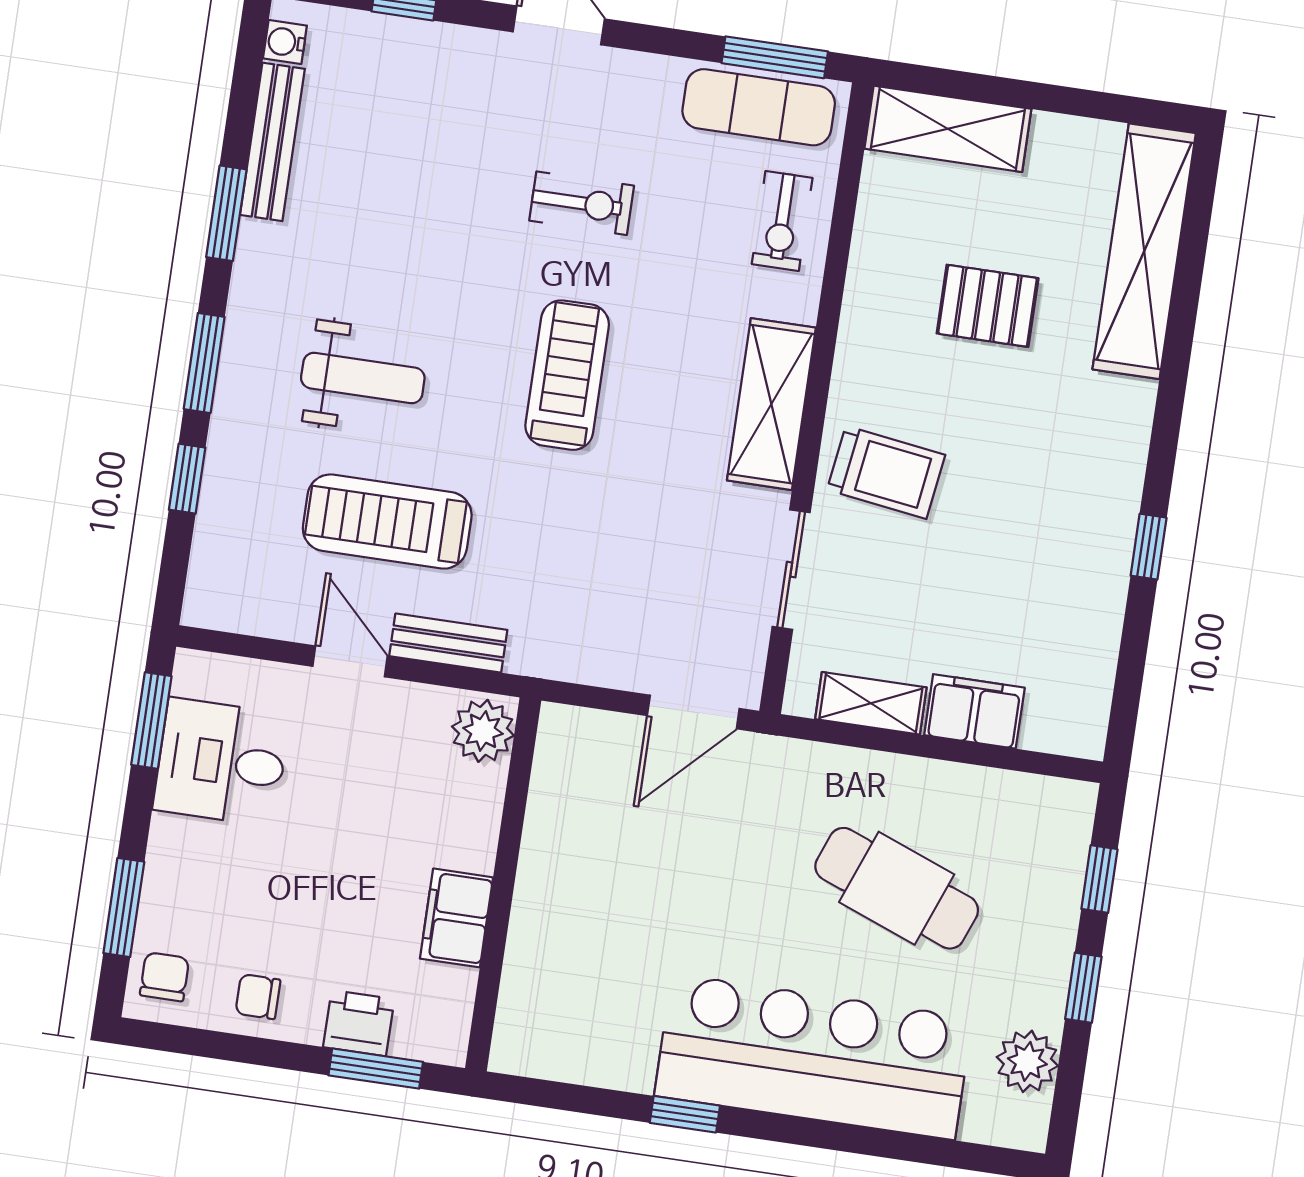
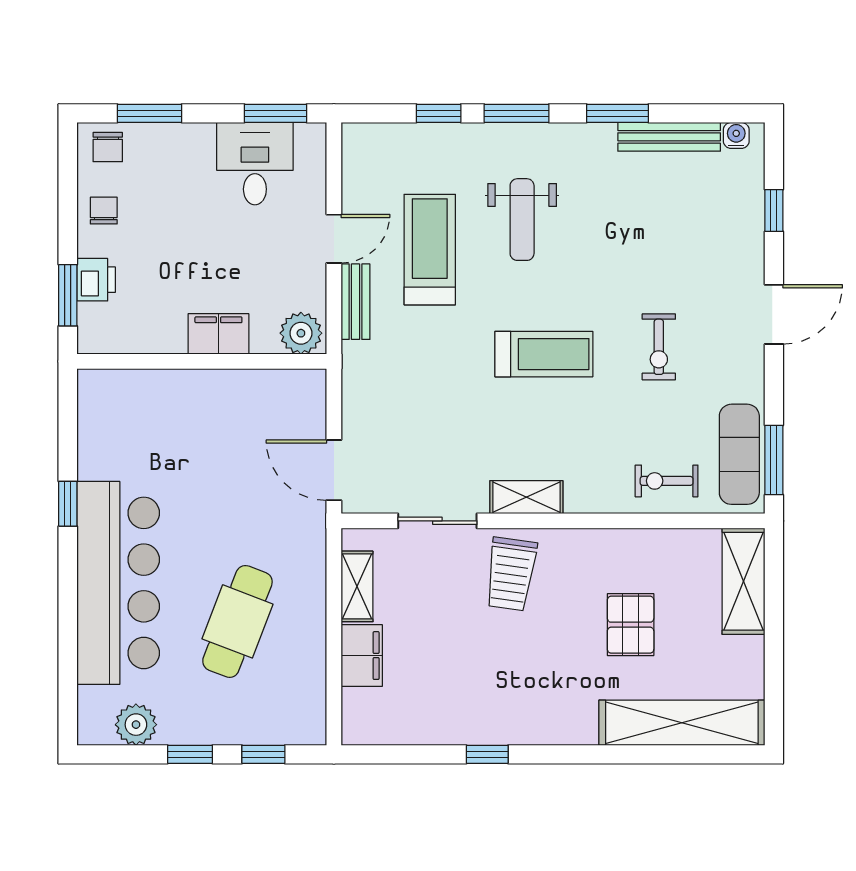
shelving: (771, 404) -> (526, 497), width x0.67, depth x0.75
filing cabinet: (457, 918) -> (218, 334), moved
chair: (165, 977) -> (108, 147), turned 90

